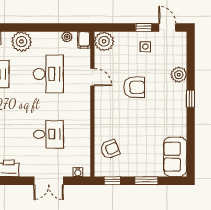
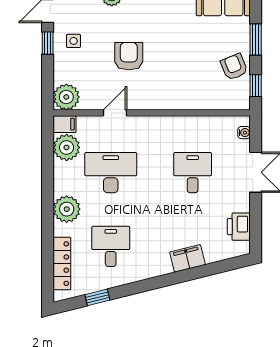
plant: (67, 37) -> (67, 147), width x1.88, depth x1.88
armchair: (110, 149) -> (234, 67), moved

